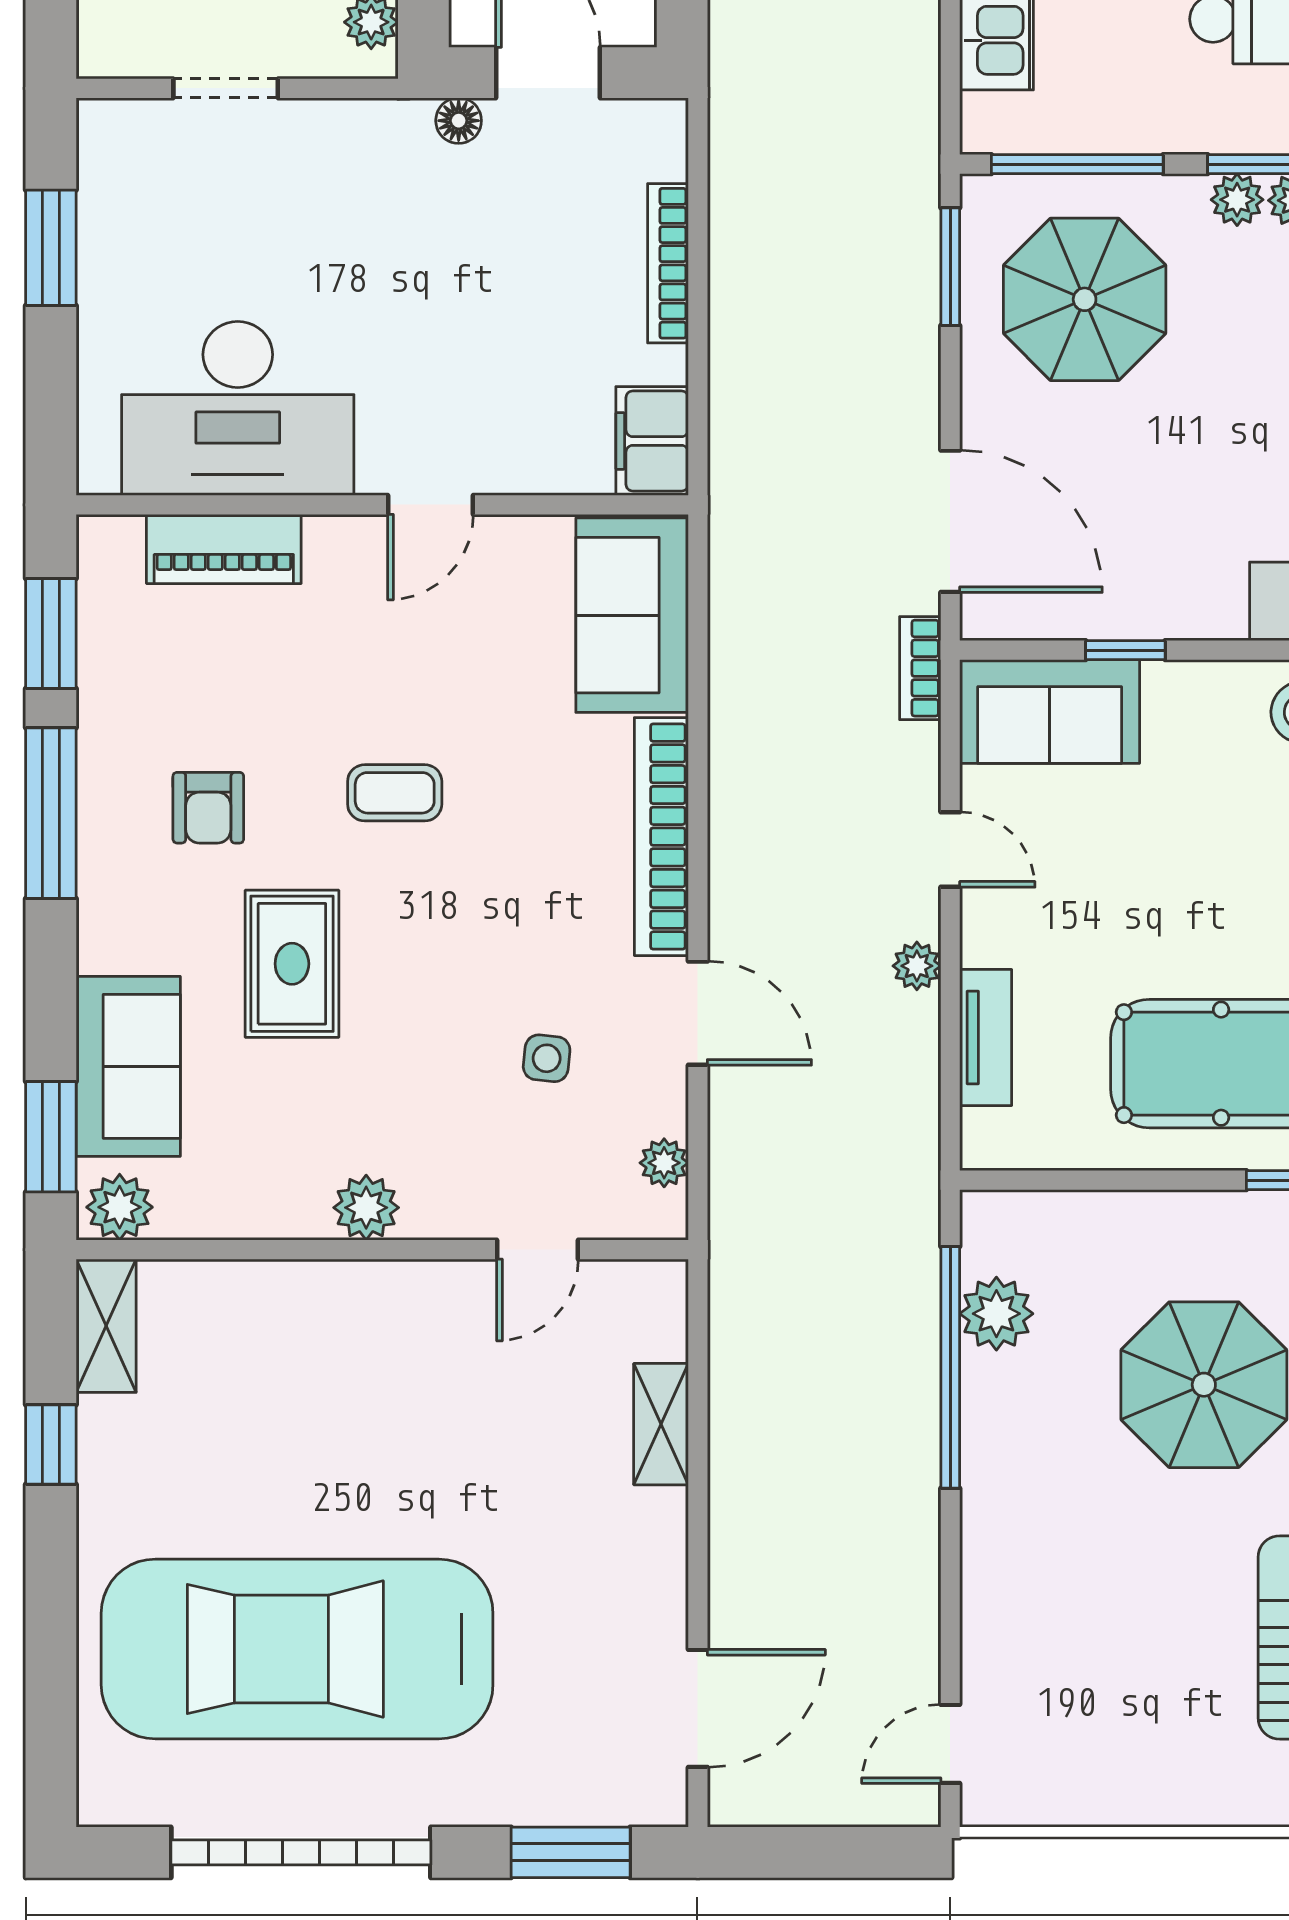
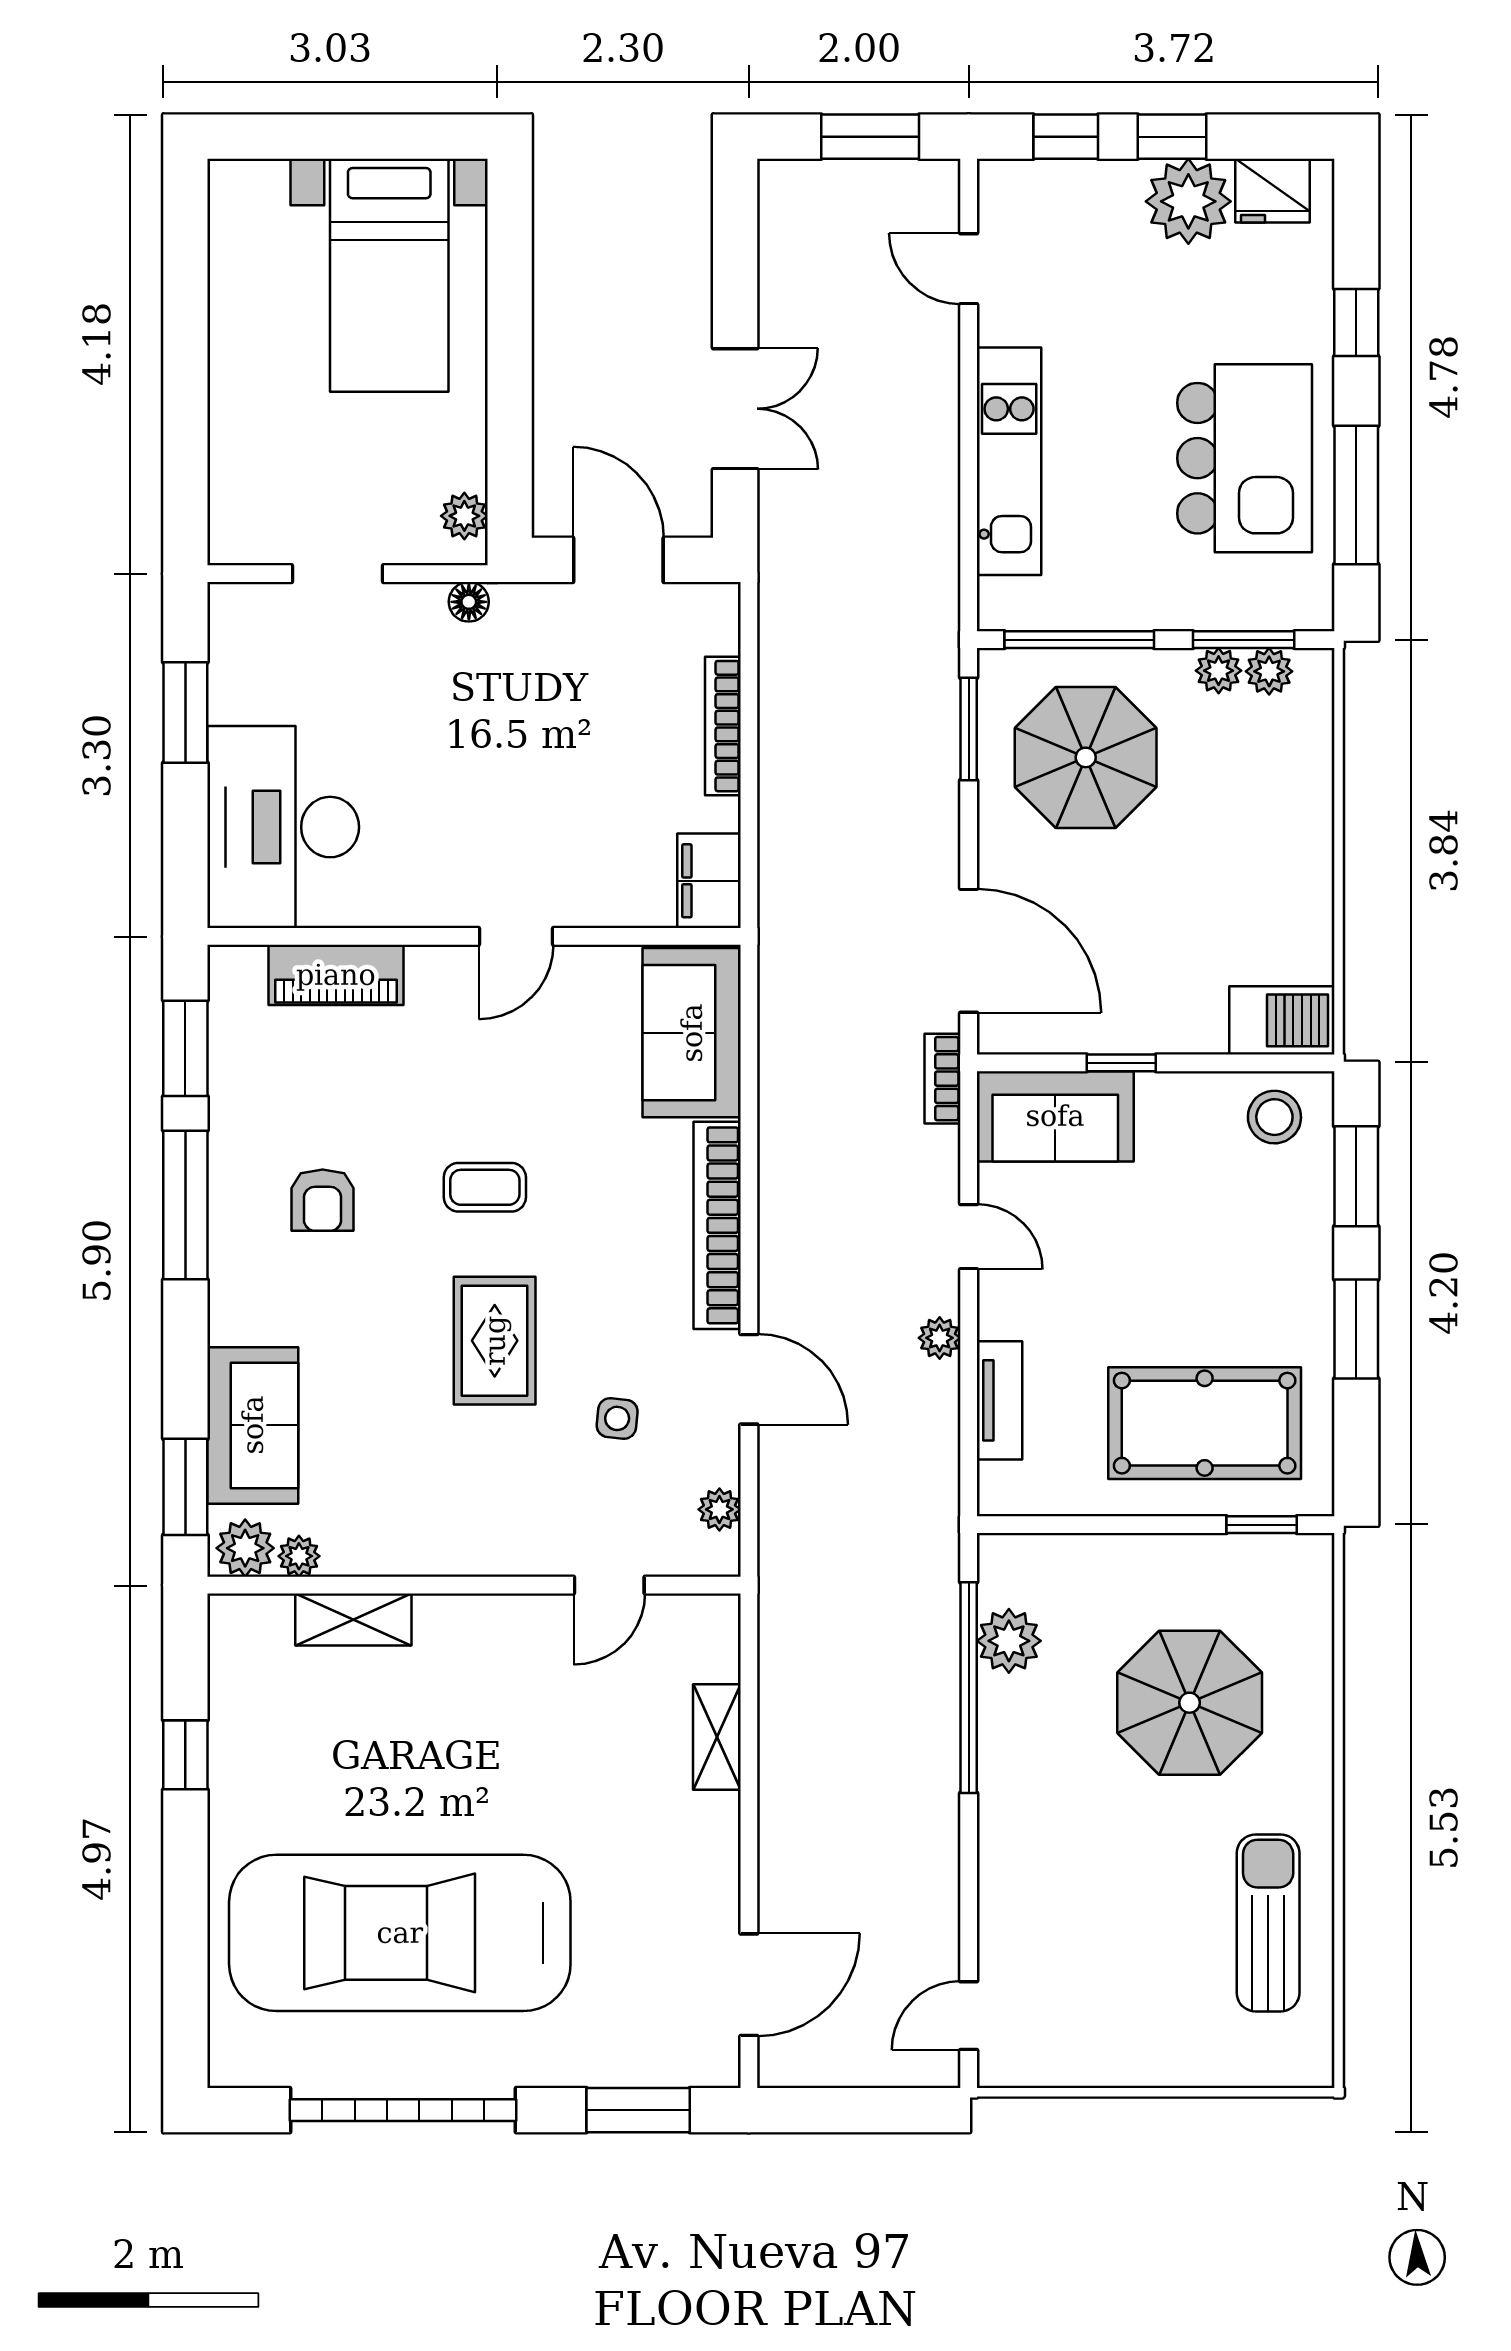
floor lamp: (459, 121) -> (469, 602), moved
desk: (238, 408) -> (283, 827), moved, turned 90
rug: (292, 964) -> (495, 1341), moved
plant: (366, 1208) -> (299, 1556), moved, width x0.73, depth x0.73
shelving: (106, 1326) -> (353, 1619), moved, turned 90

